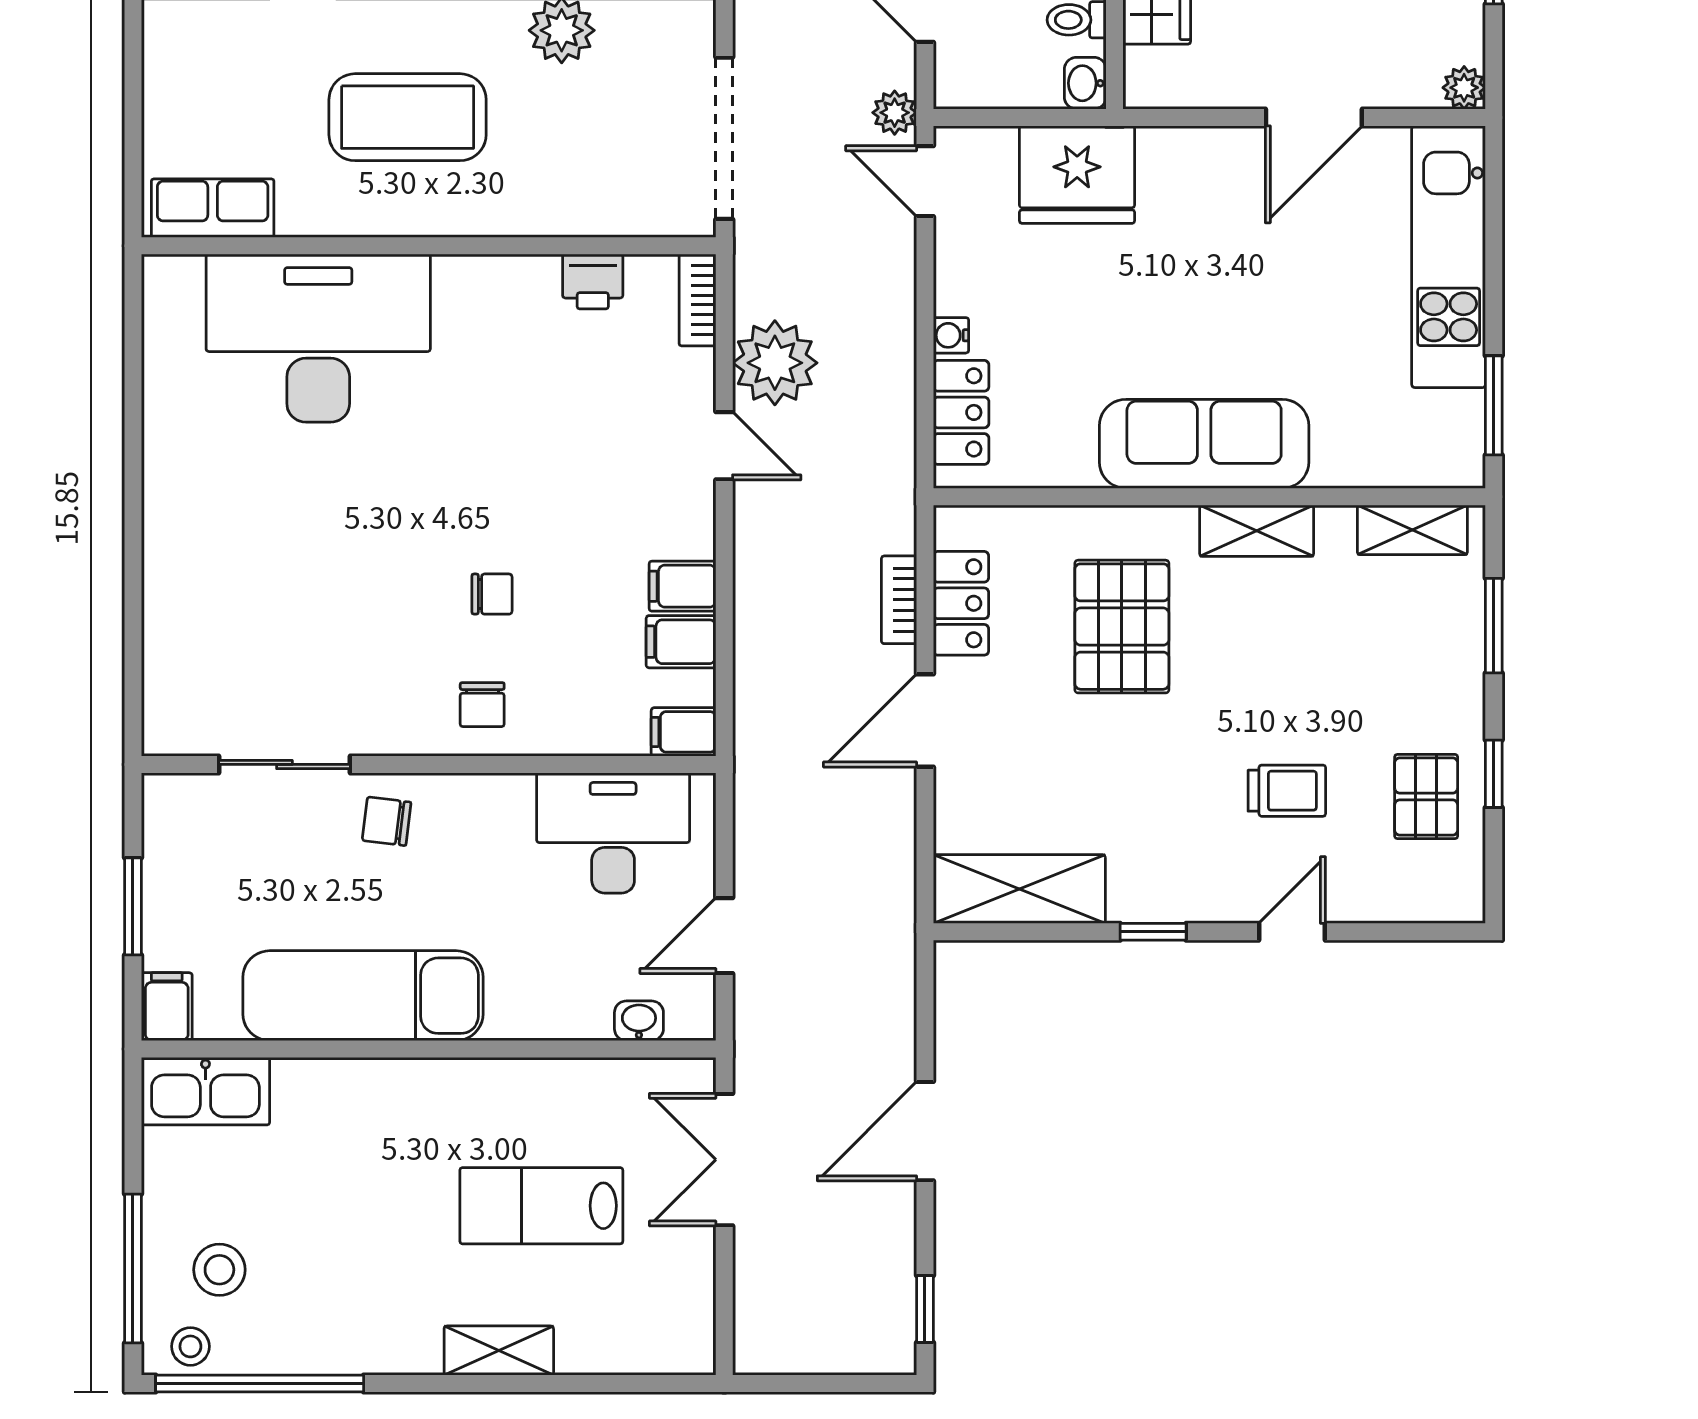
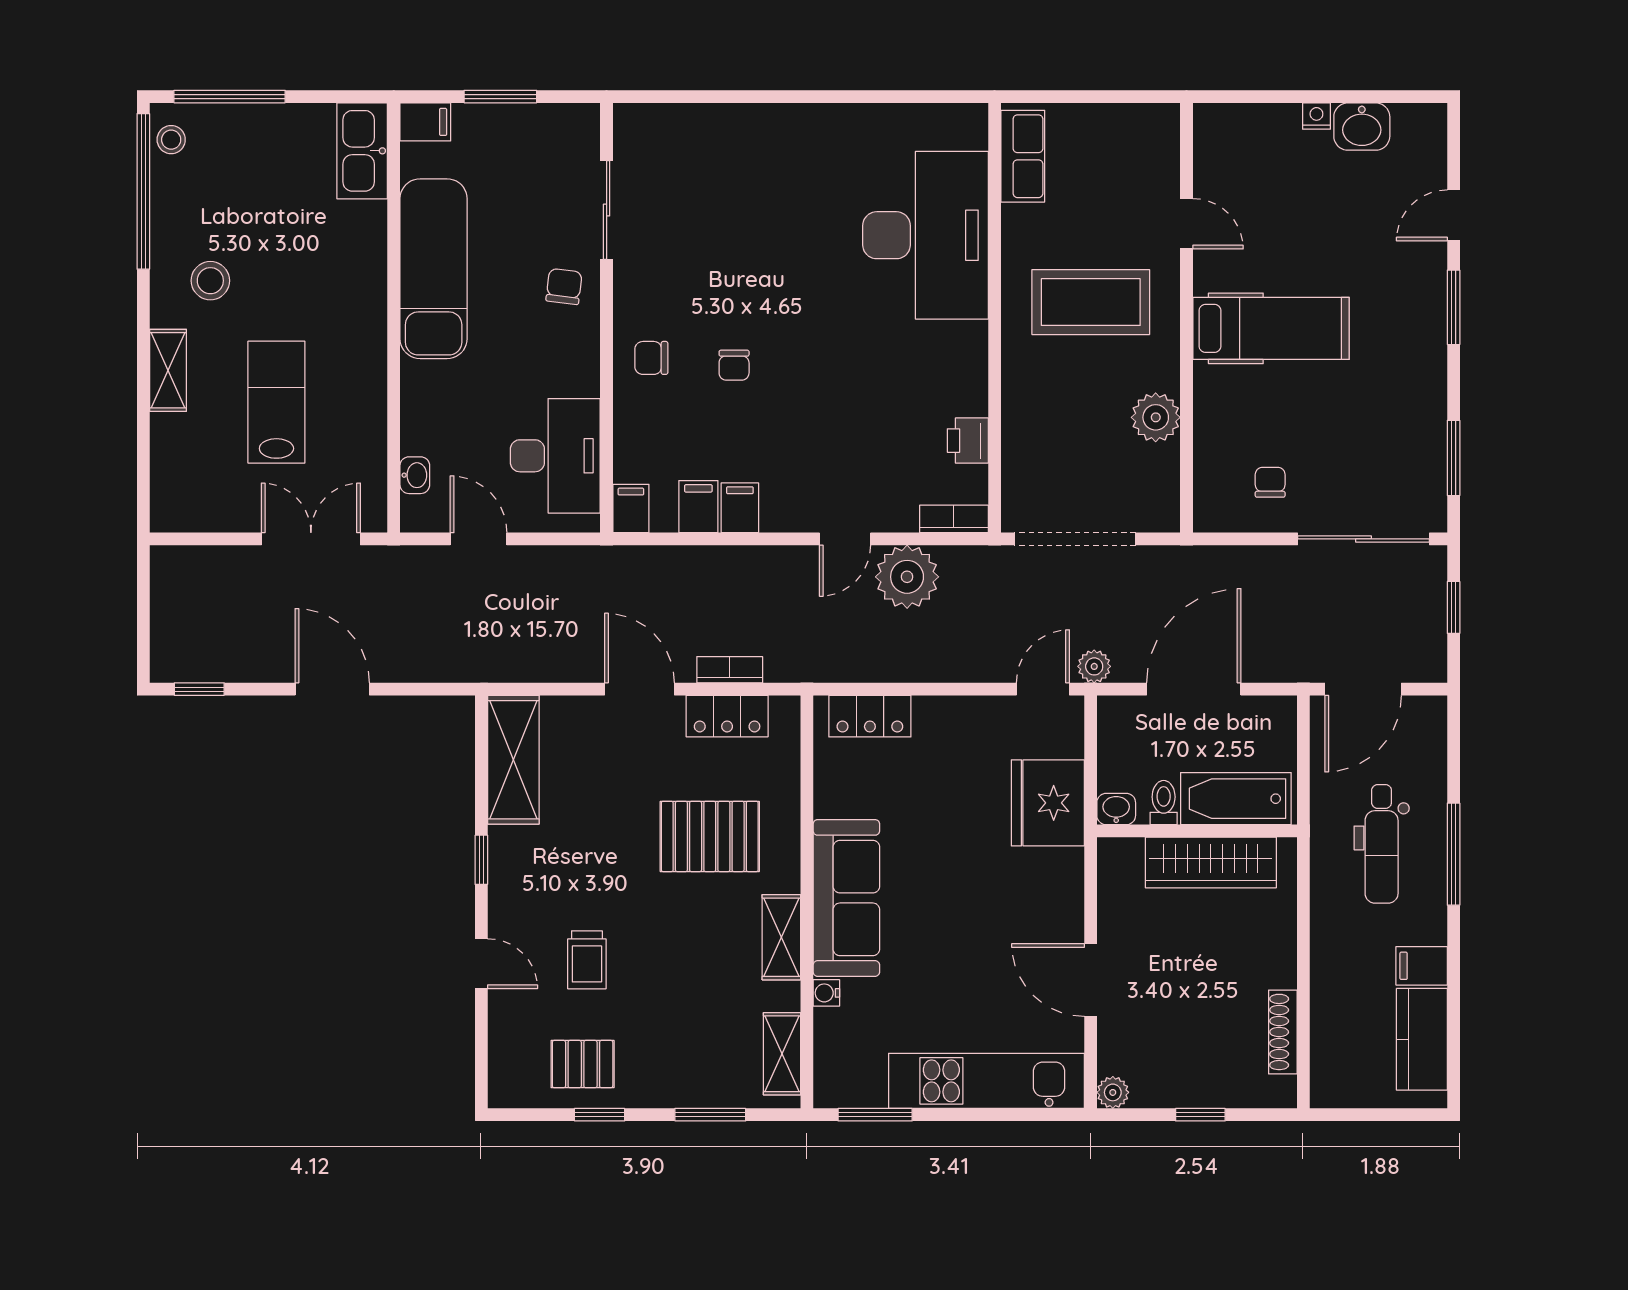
coffee table: (408, 117) -> (1091, 302), turned 90
water cooler: (951, 335) -> (826, 993), moved, turned -90
stool: (219, 1270) -> (210, 281), moved

